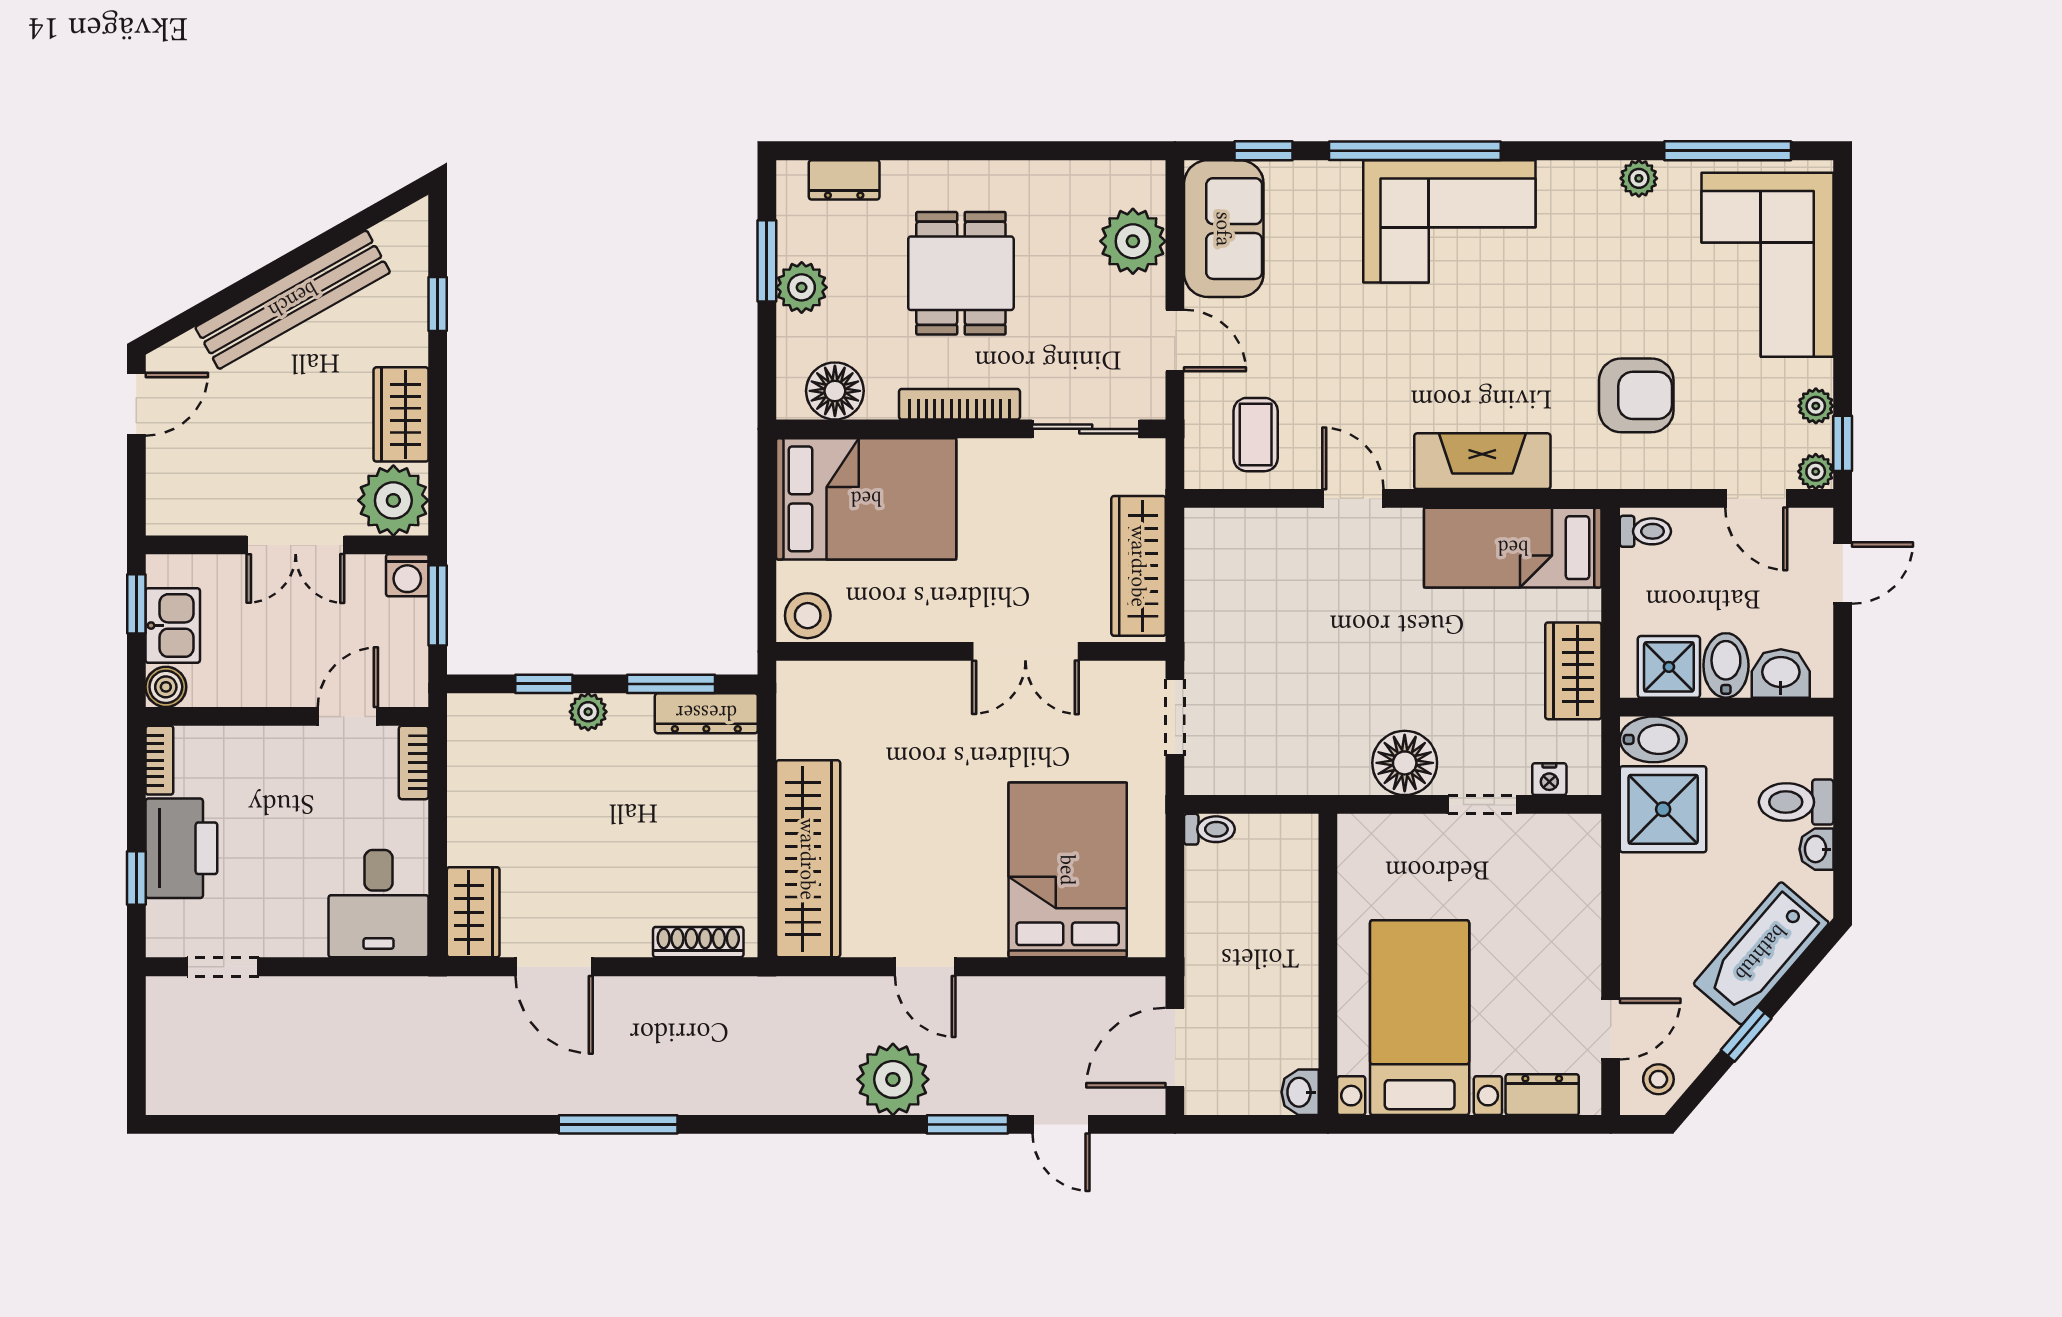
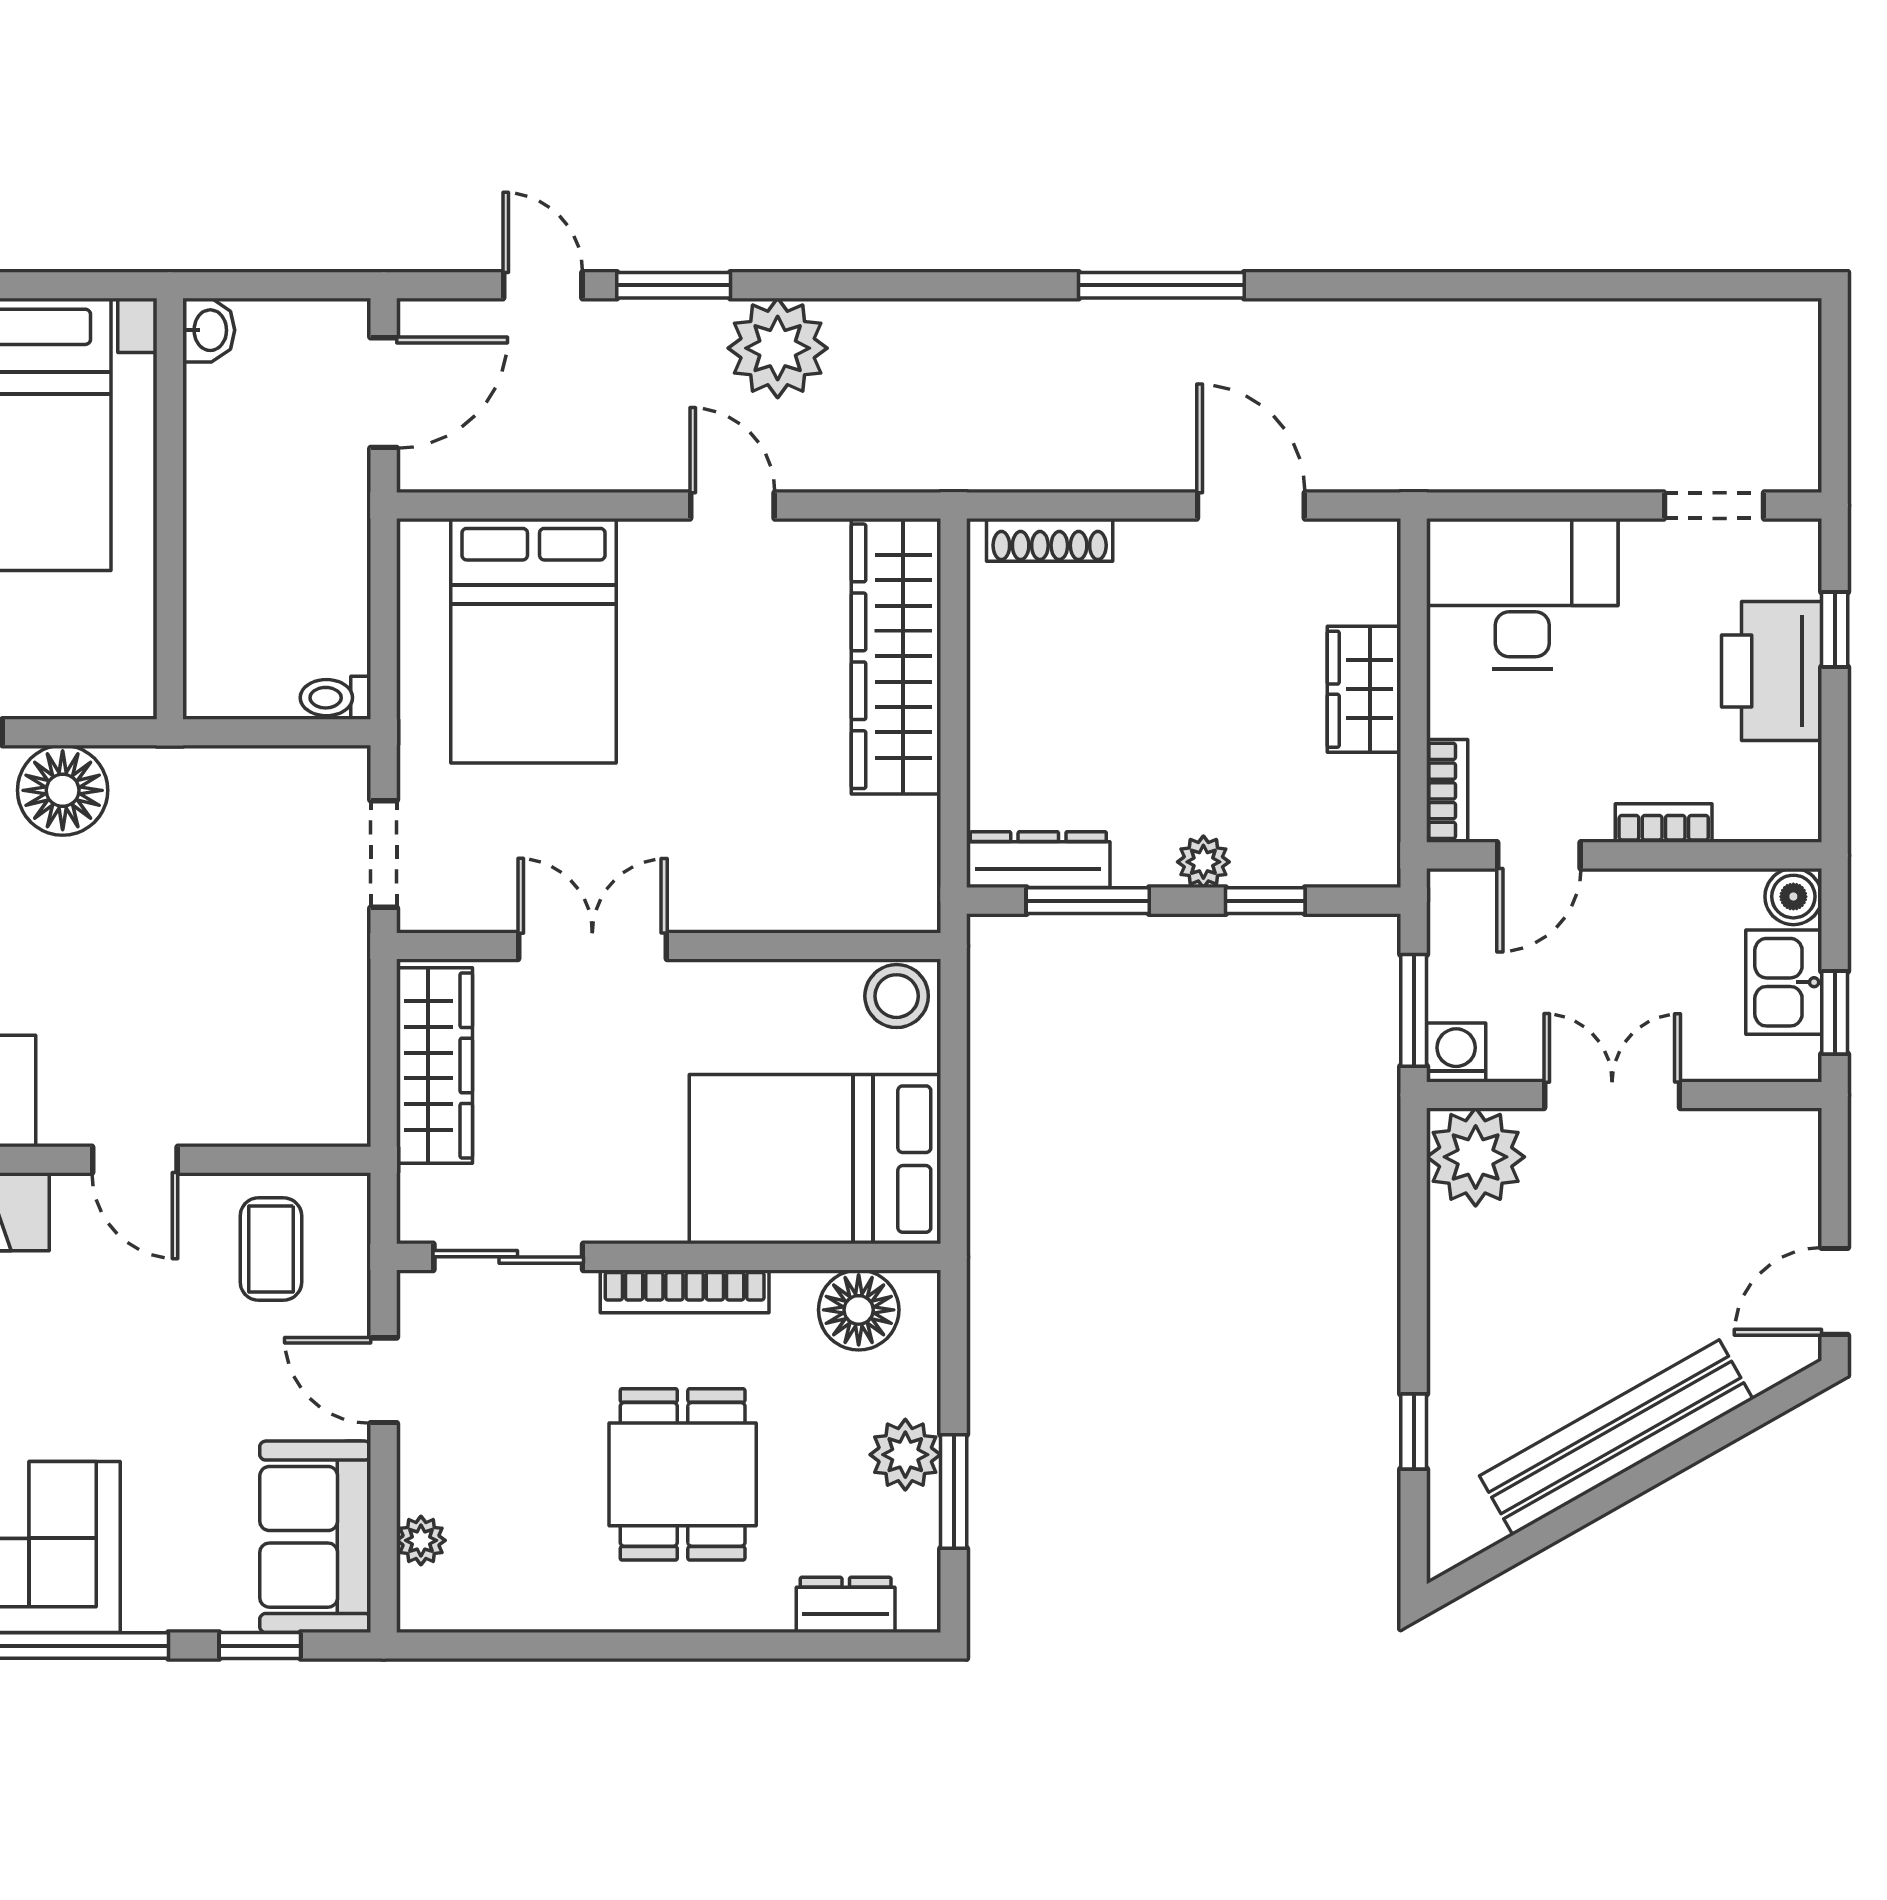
plant: (1133, 241) -> (421, 1540), width x0.53, depth x0.53
wardrobe: (401, 414) -> (1465, 1277), removed
bookcase: (159, 760) -> (1664, 823), moved, turned 90
desk: (379, 904) -> (1522, 594), width x1.37
wardrobe: (473, 912) -> (1364, 689), moved

